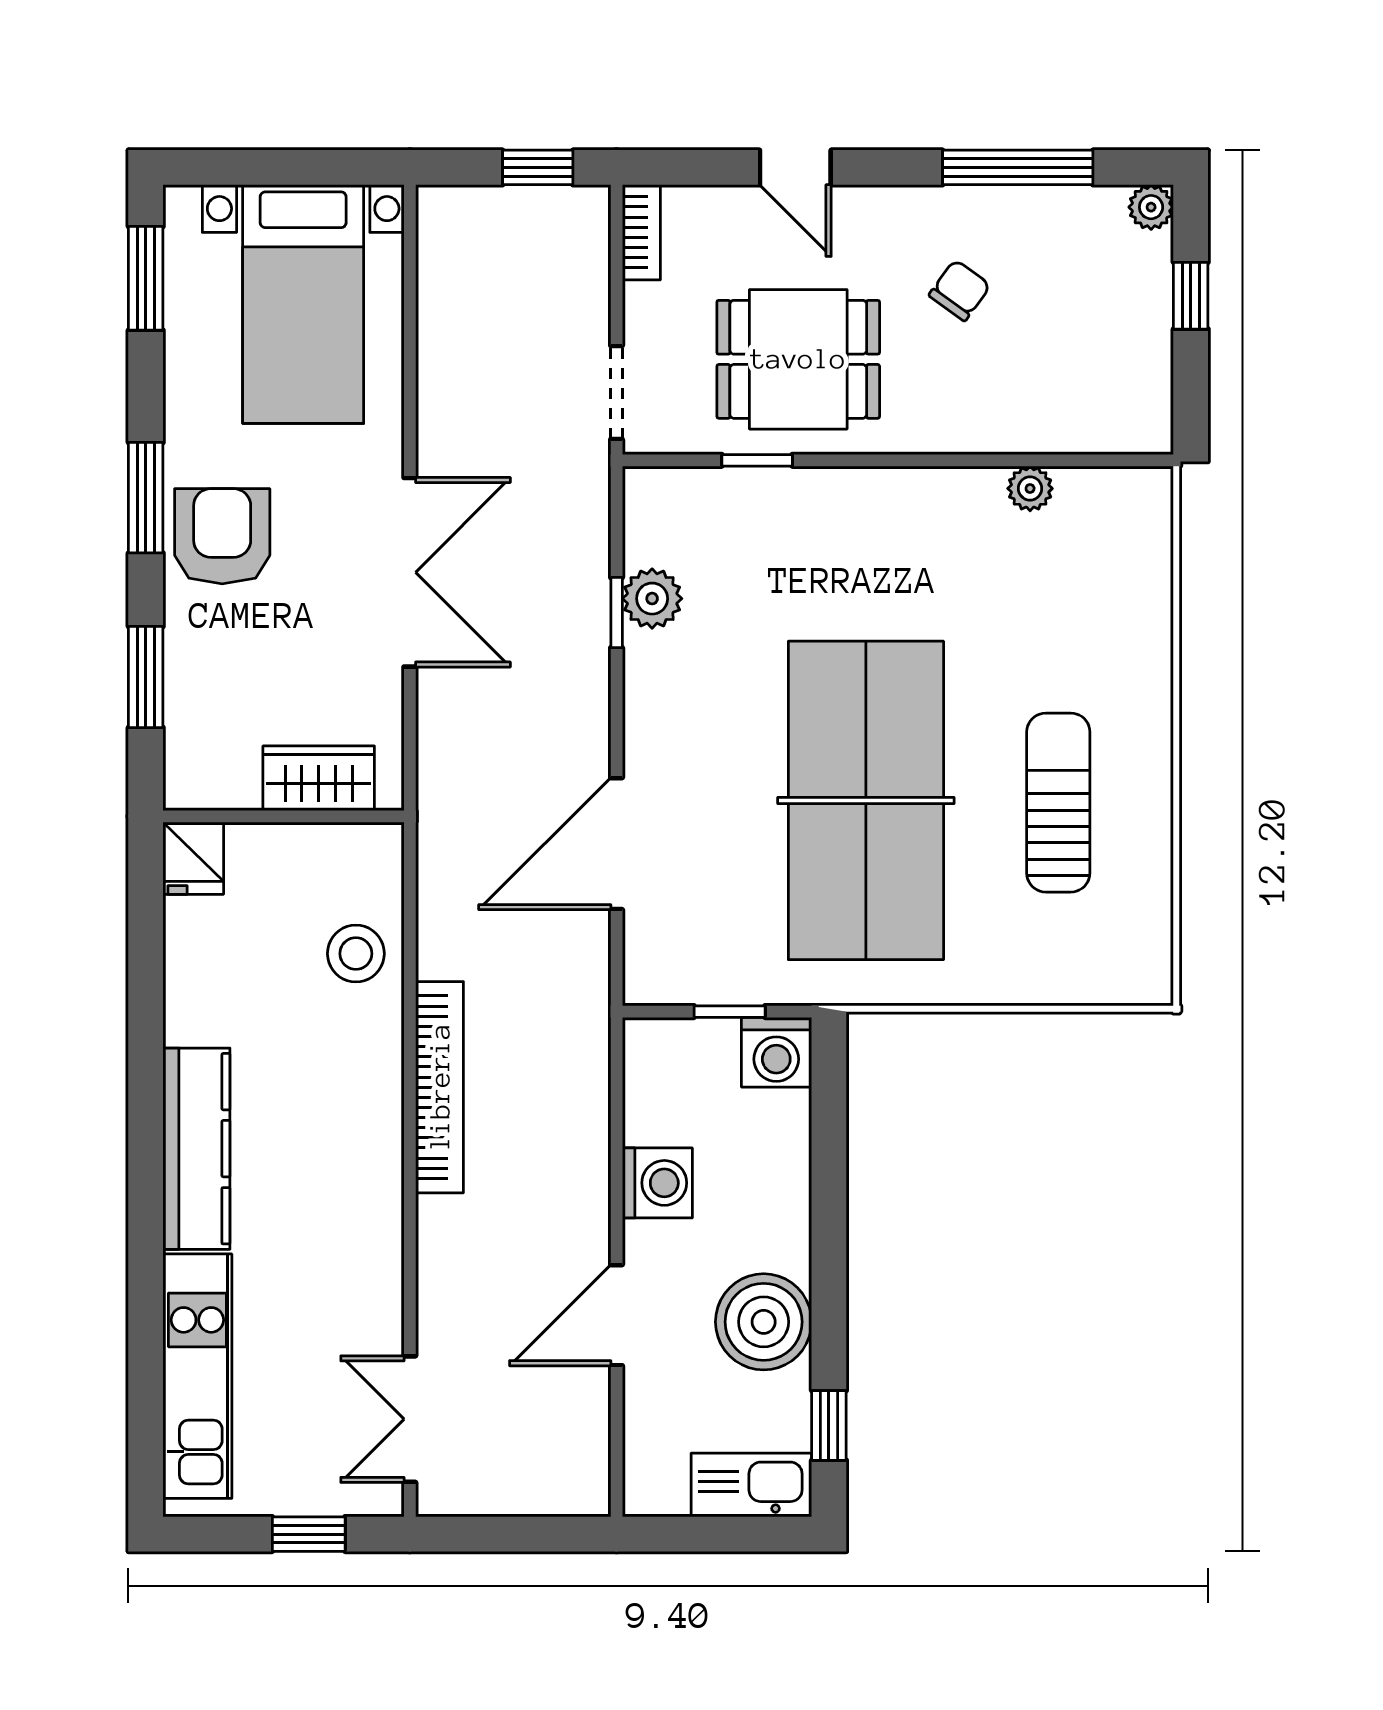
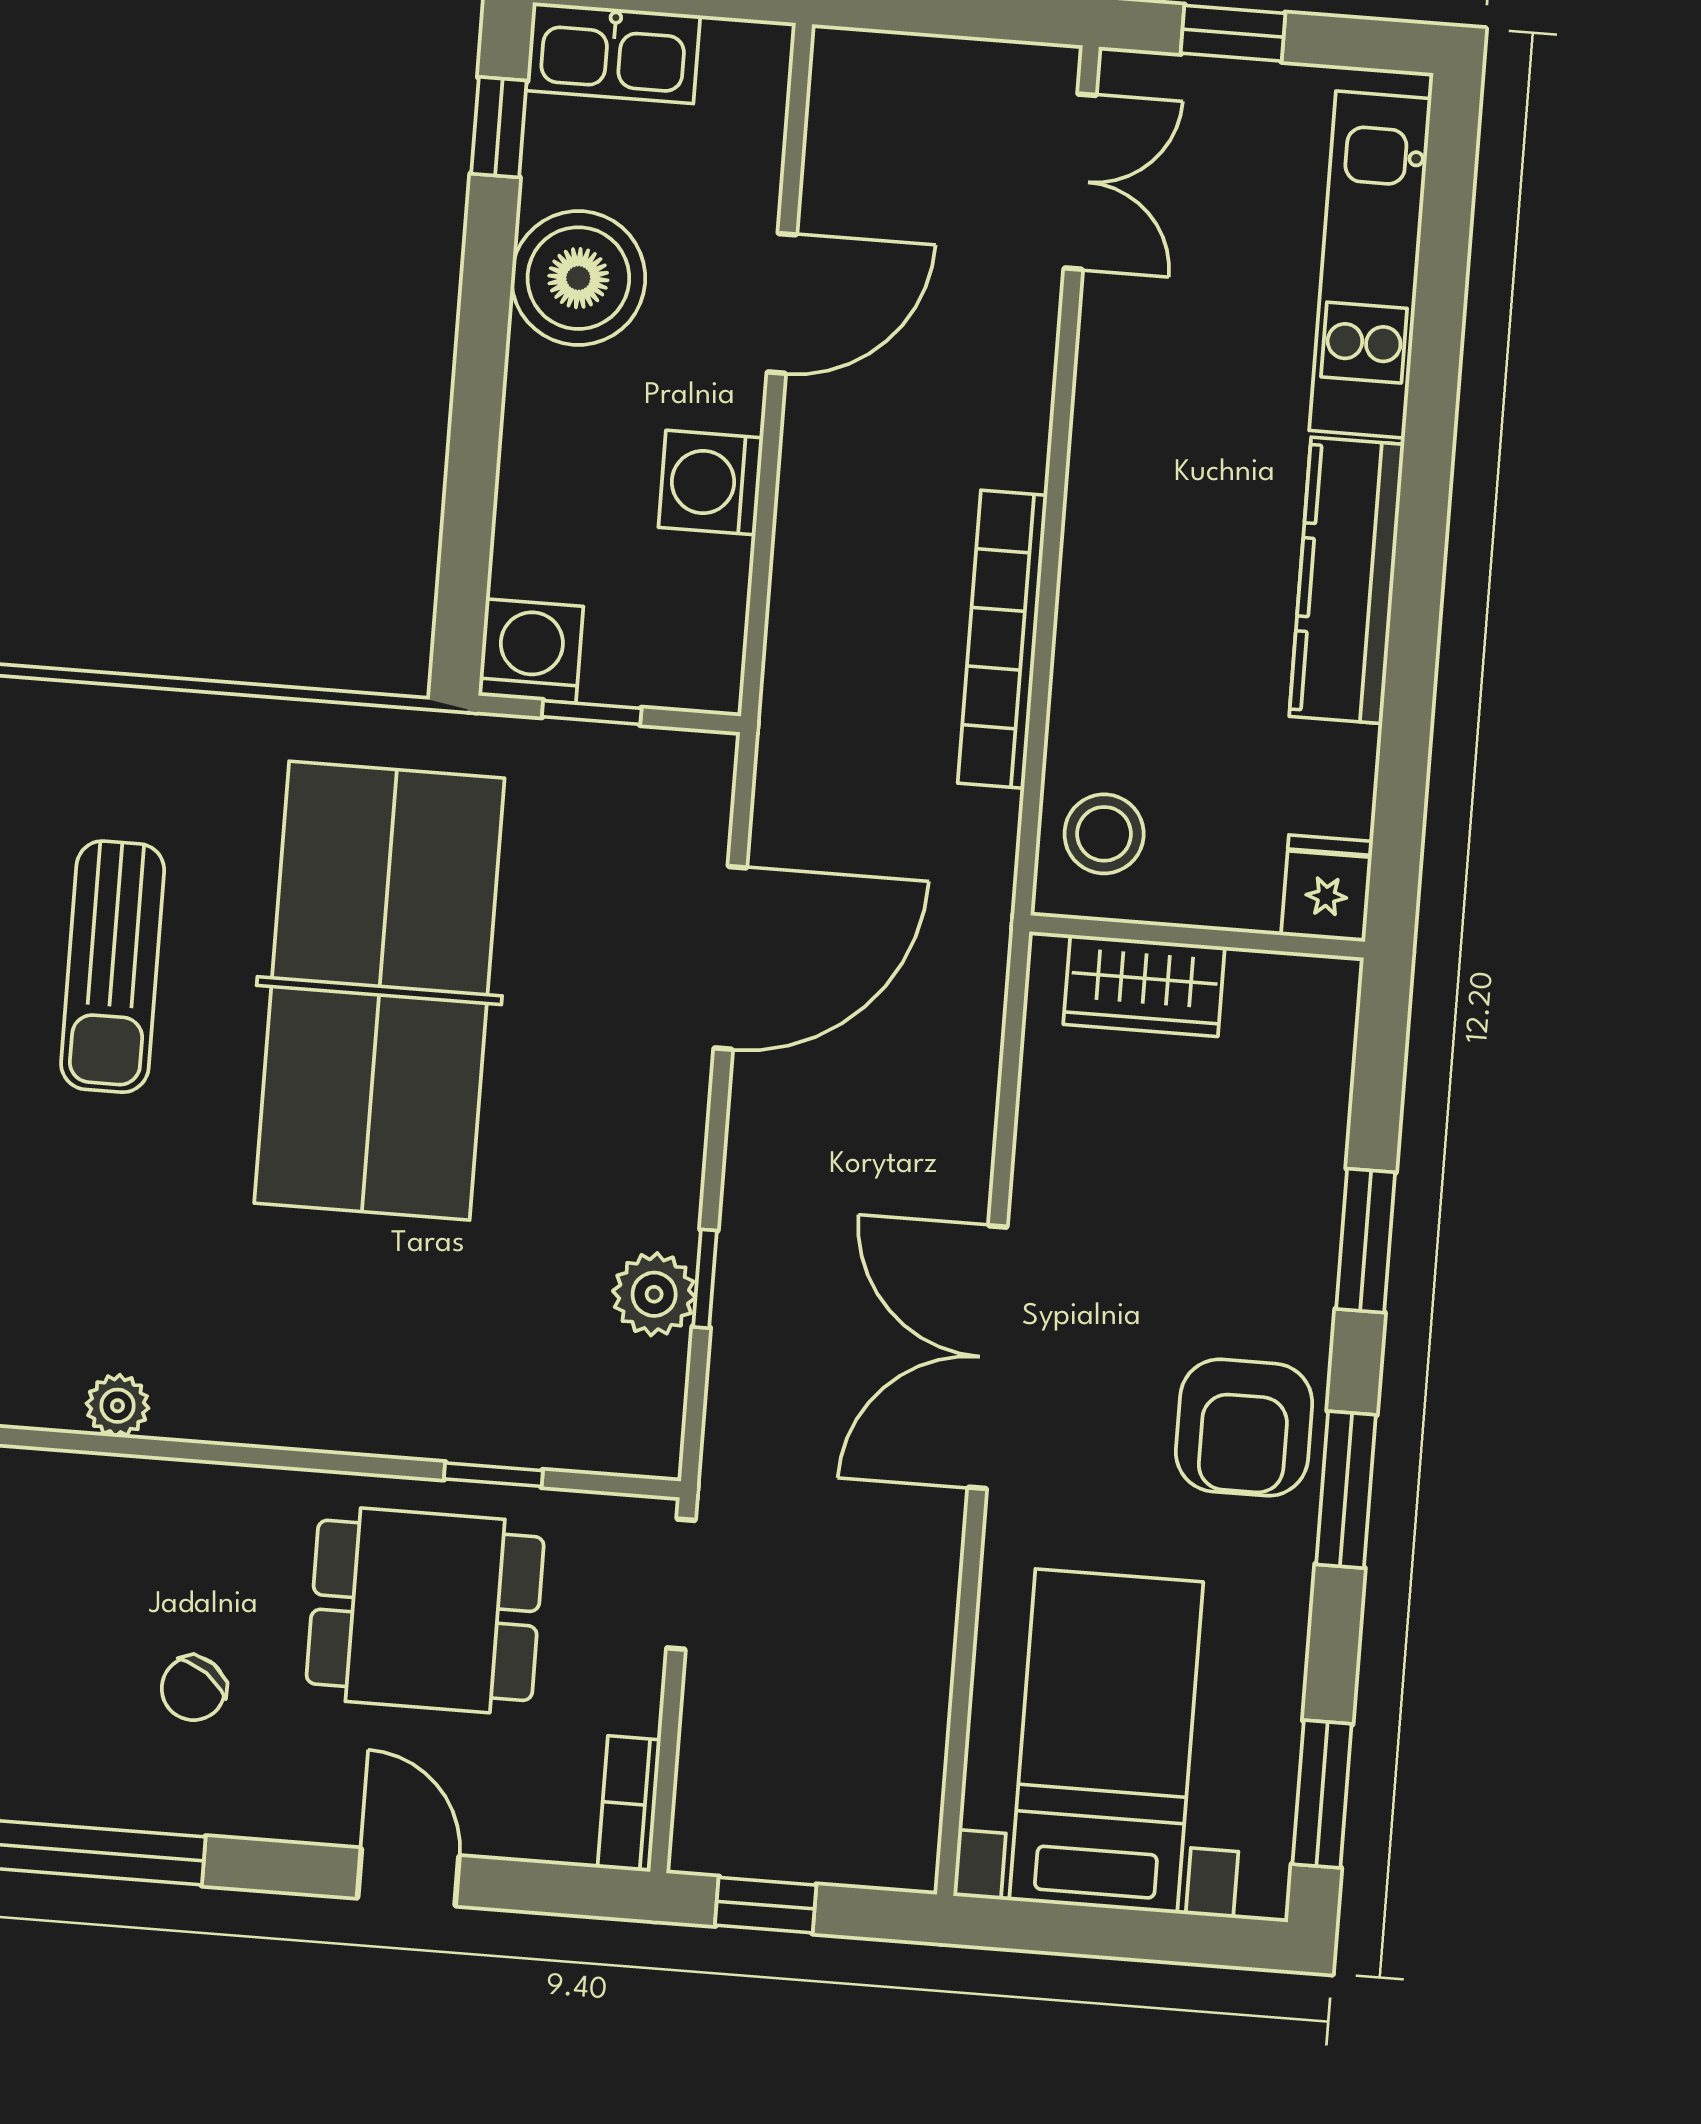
wardrobe: (319, 778) -> (1144, 986), moved
wall: (283, 816) -> (1197, 937), moved
fridge: (193, 858) -> (1327, 888), moved

